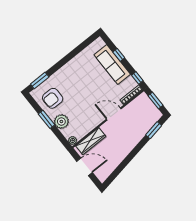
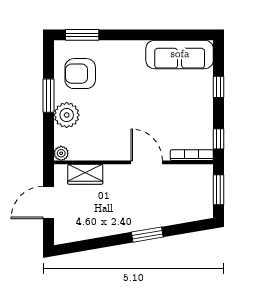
sofa: (112, 65) -> (180, 54), moved, turned -90
window: (154, 130) -> (147, 235), moved
wardrobe: (91, 141) -> (85, 174), width x0.67
door: (85, 167) -> (49, 203), swing flipped

